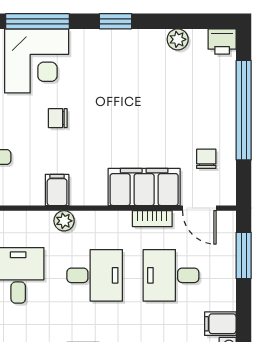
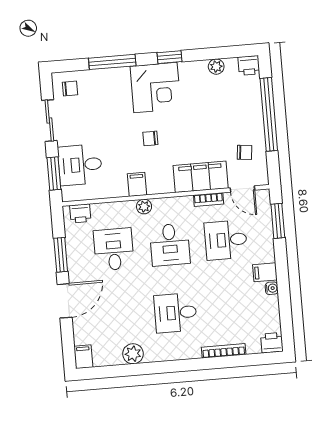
corner desk: (37, 61) -> (155, 88), moved
chair: (58, 118) -> (150, 138), moved
chair: (206, 159) -> (245, 152), turned 96
desk: (95, 275) -> (170, 245), turned 90

